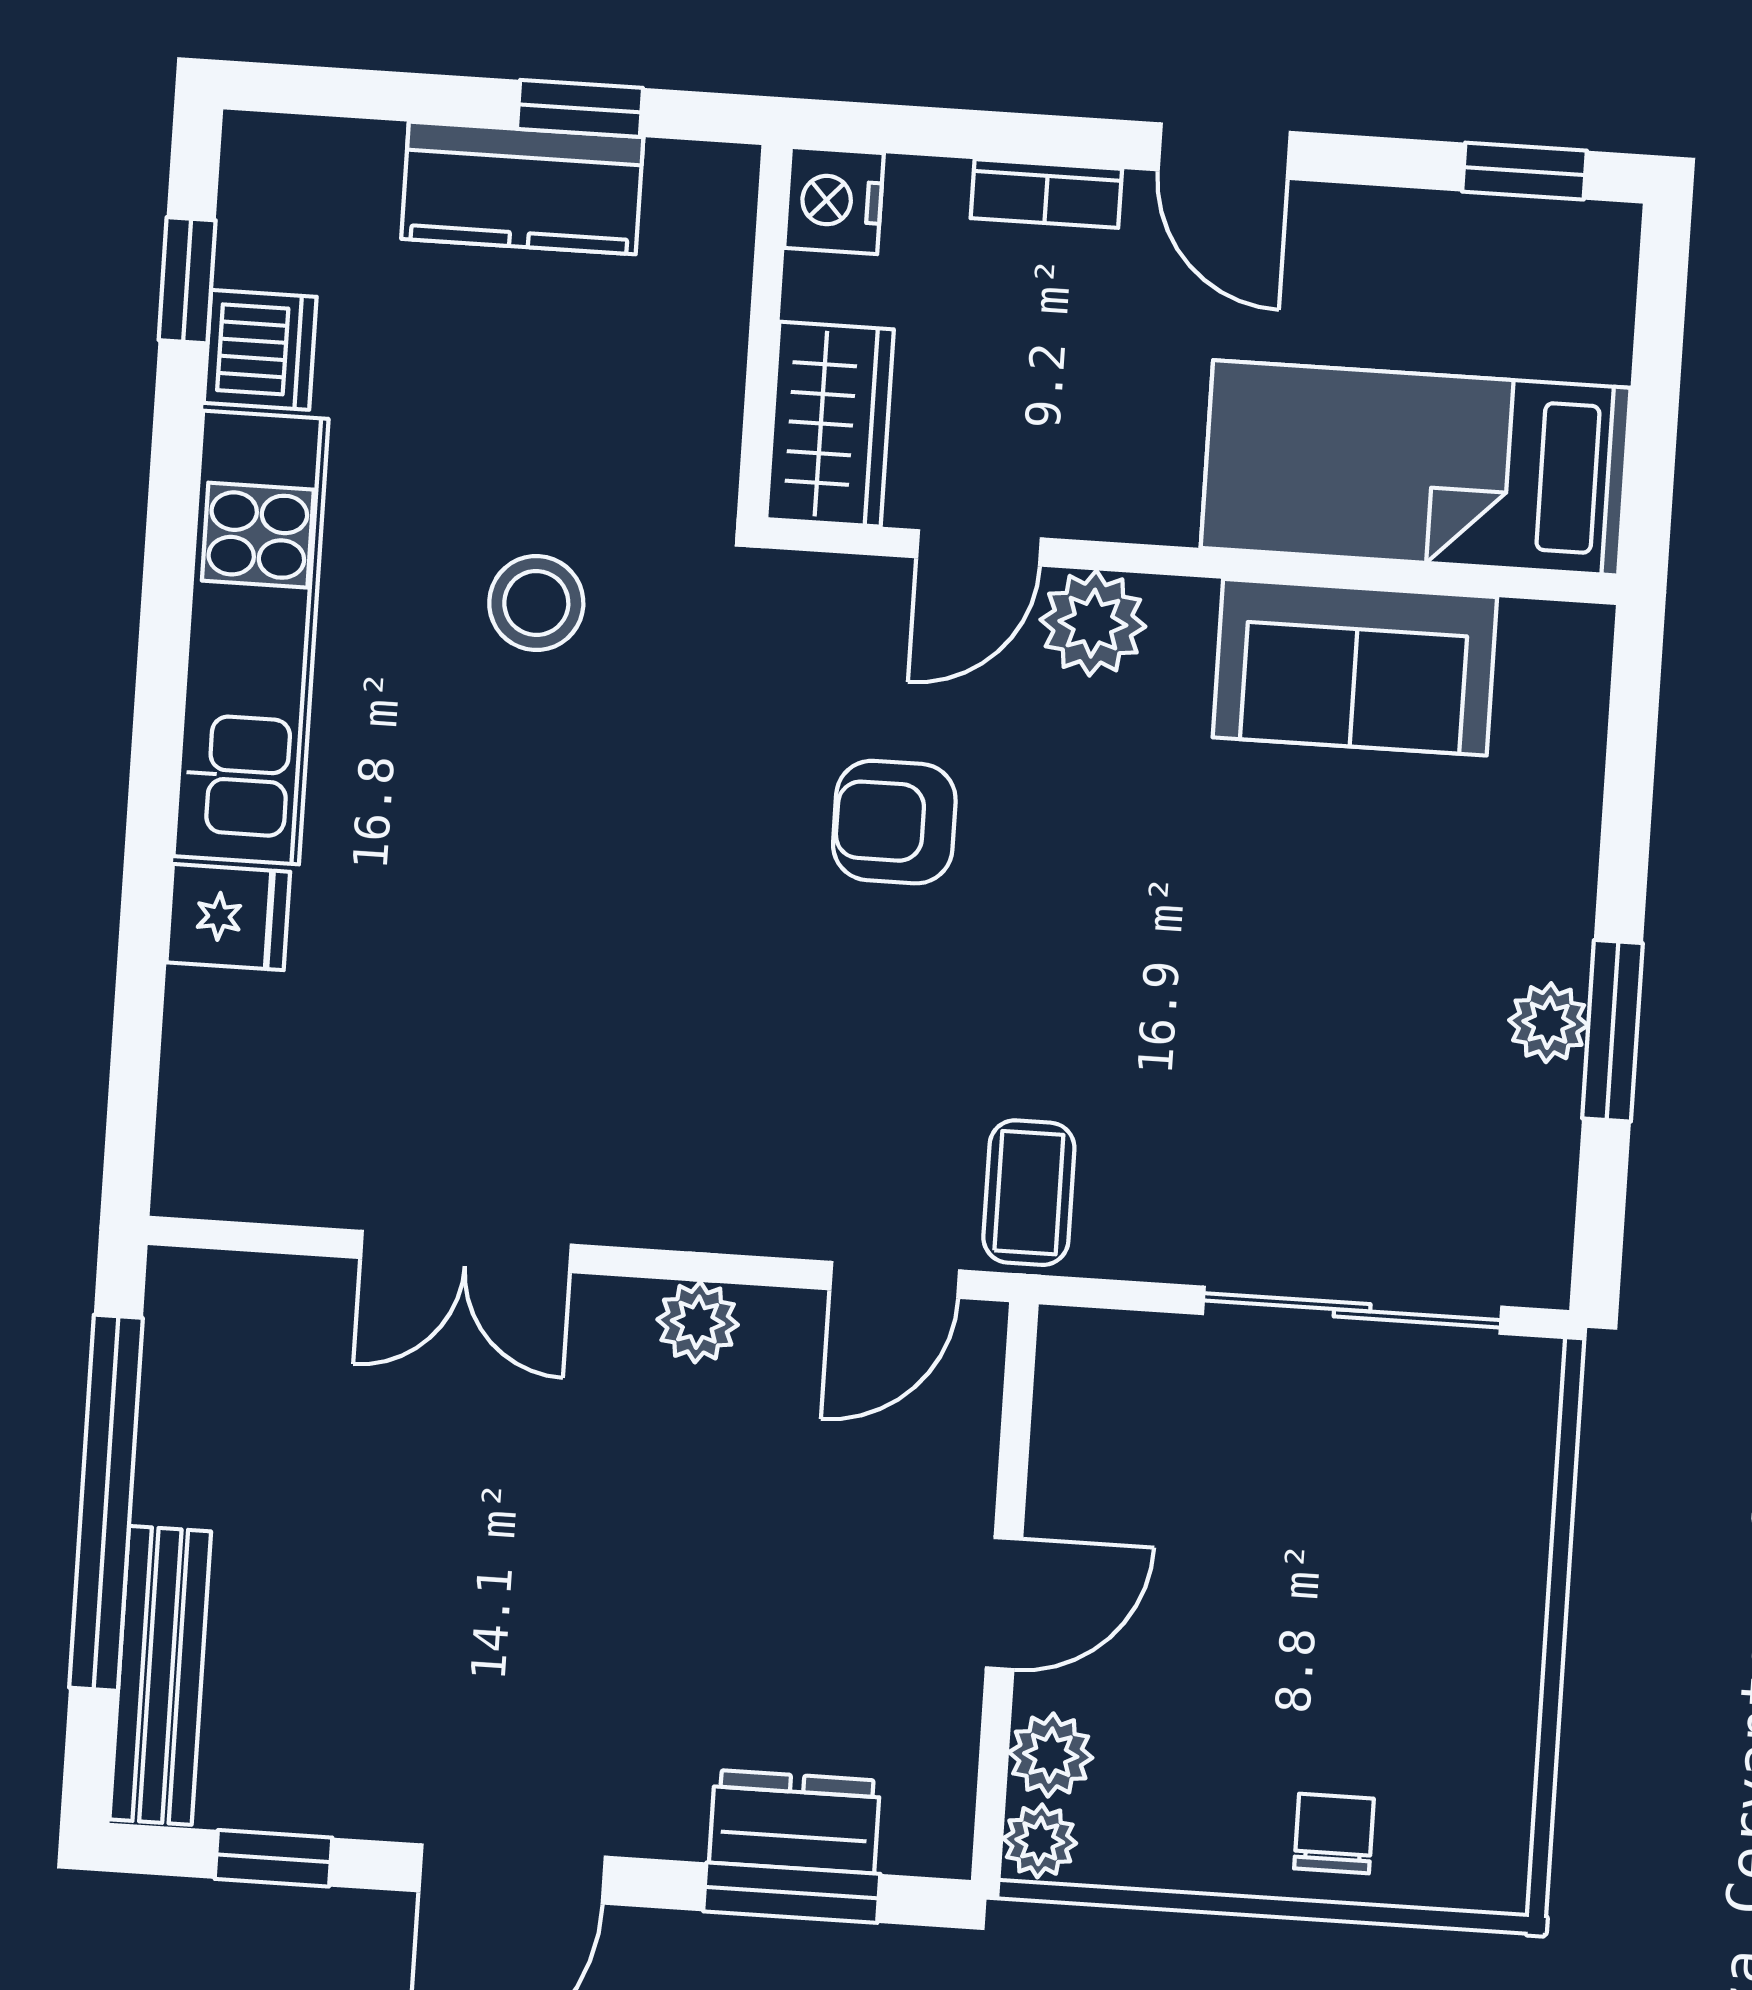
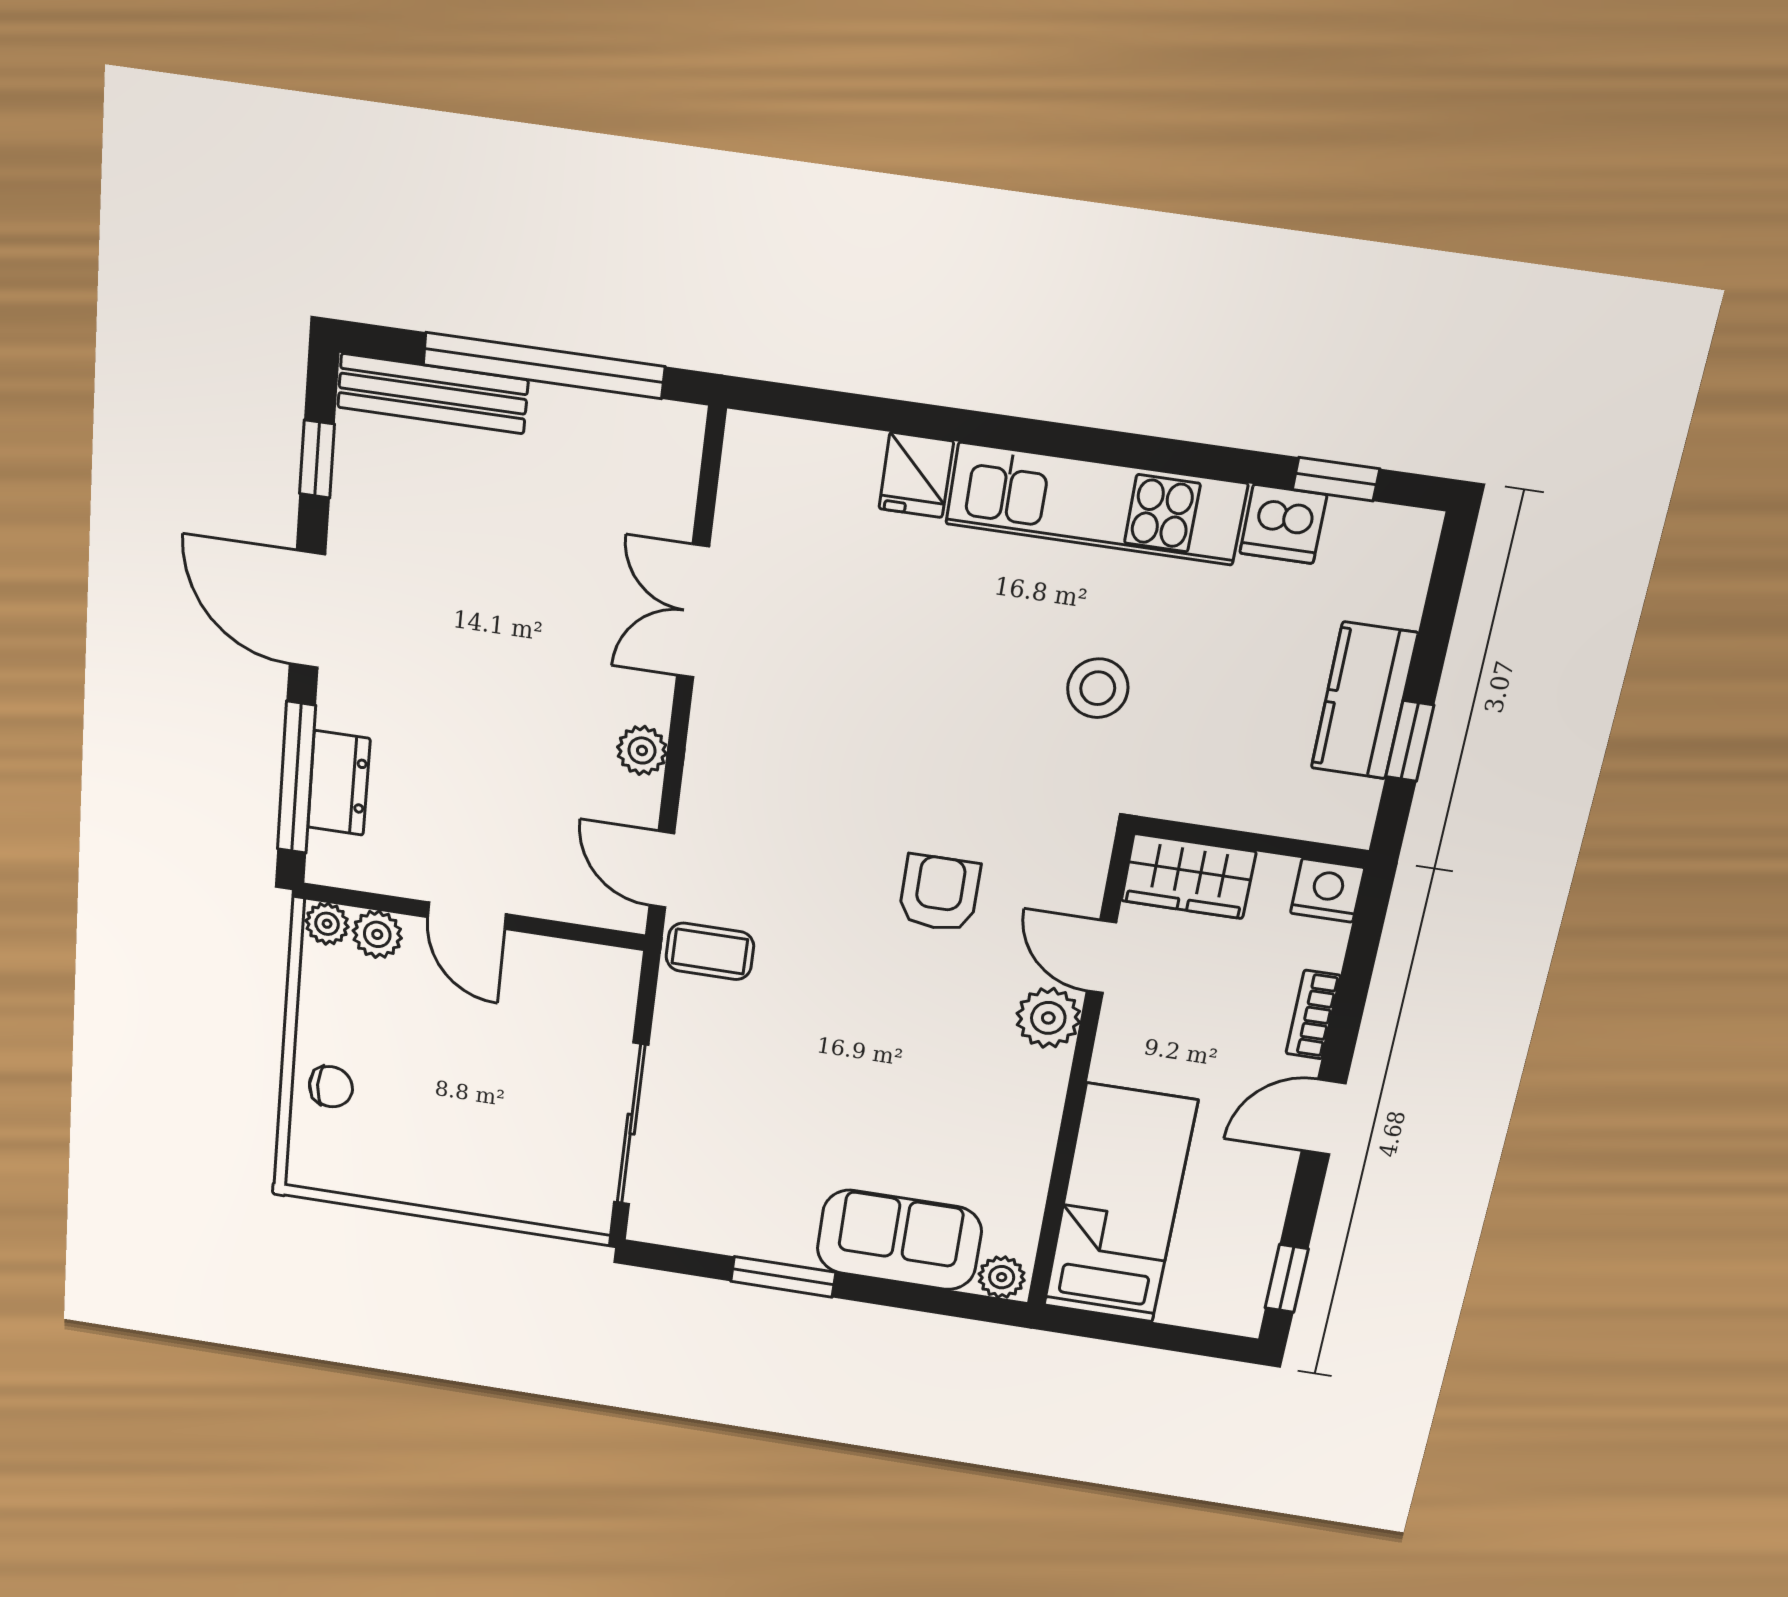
sofa: (1355, 667) -> (899, 1240), moved, turned 90
plant: (1549, 1023) -> (1002, 1277), moved
window: (792, 1893) -> (296, 778), width x1.44

